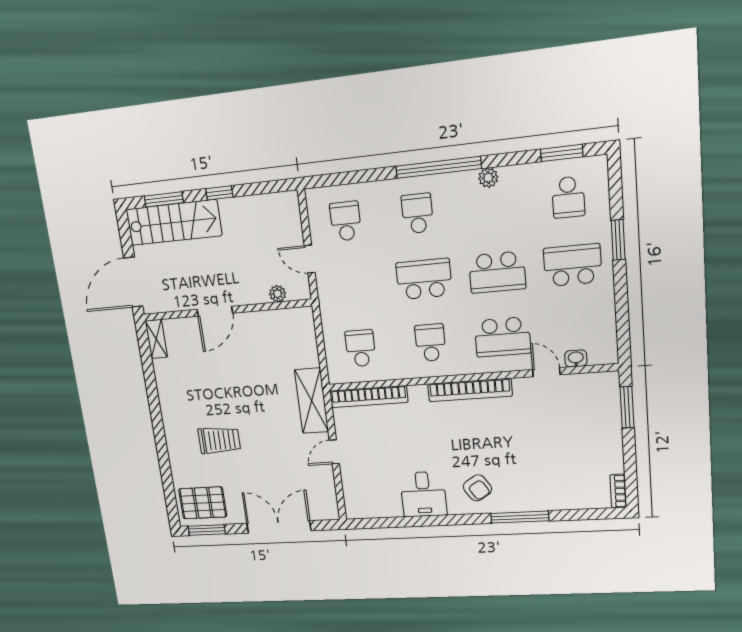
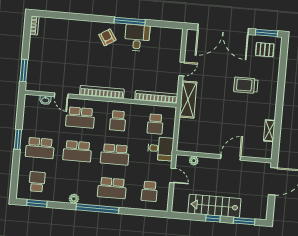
school desk: (417, 213) -> (112, 188), width x1.85
stairs: (174, 222) -> (214, 206), moved
window: (618, 240) -> (18, 139), moved
school desk: (497, 272) -> (77, 151), turned 180
desk: (342, 305) -> (161, 149), added
school desk: (502, 337) -> (80, 118), turned 180
shelving: (156, 339) -> (269, 131), moved
pallet: (203, 503) -> (265, 50), width x0.67, depth x0.71
window: (520, 517) -> (130, 21), moved
double door: (279, 527) -> (223, 29), width x1.36

